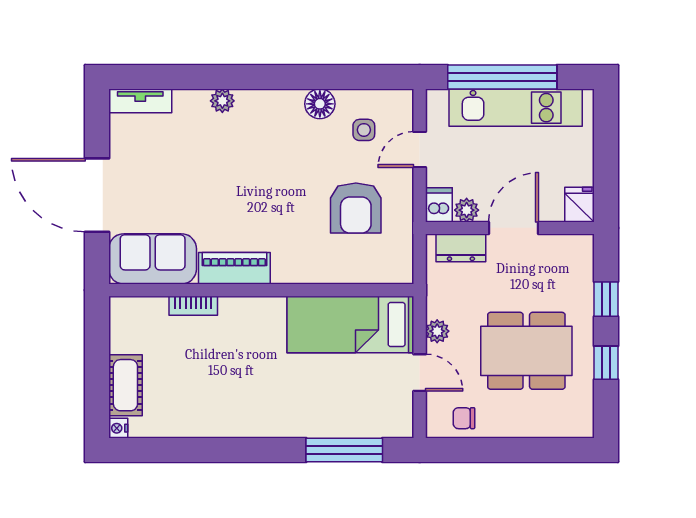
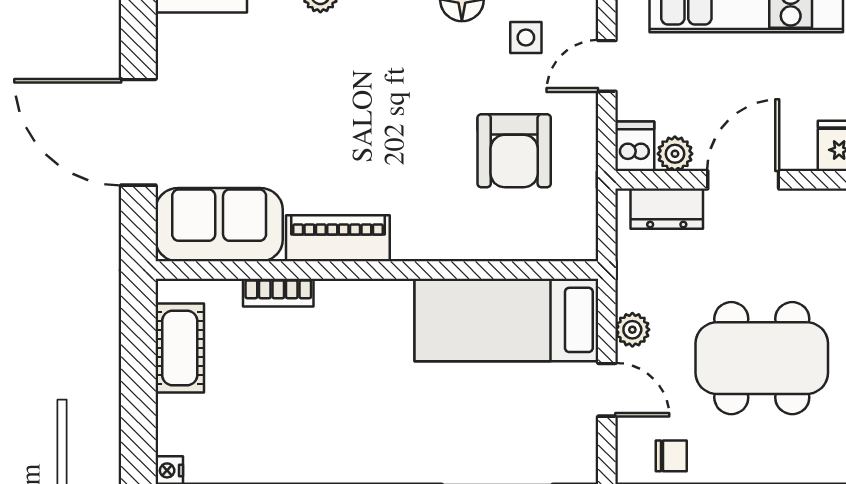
cot: (125, 385) -> (180, 348), moved
chair: (464, 418) -> (671, 456), turned 180

